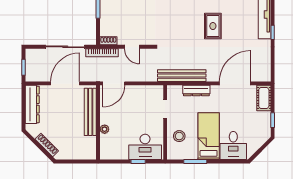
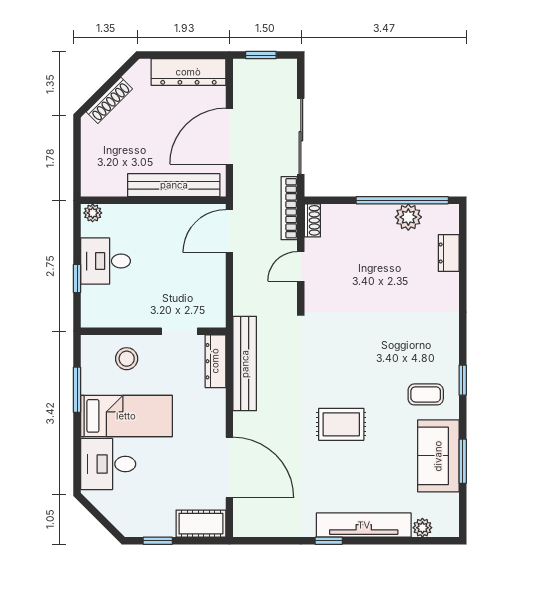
door: (65, 83) -> (229, 136), swing flipped
door: (114, 83) -> (229, 231), hinge flipped
dresser: (196, 91) -> (215, 361), moved
plant: (105, 129) -> (93, 213), moved
desk: (145, 147) -> (106, 261), moved, width x0.73

